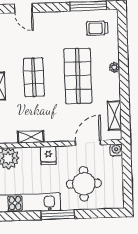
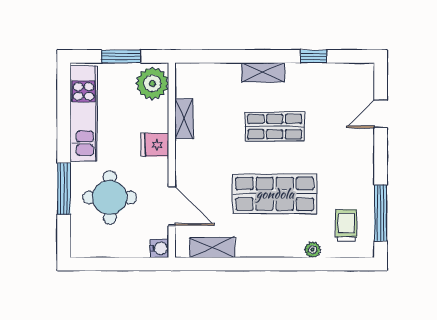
plant: (114, 67) -> (313, 250), moved
window: (58, 215) -> (64, 189), moved

